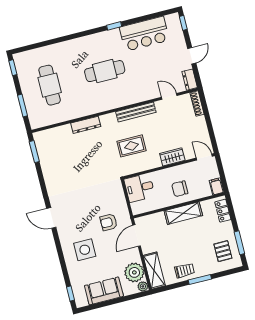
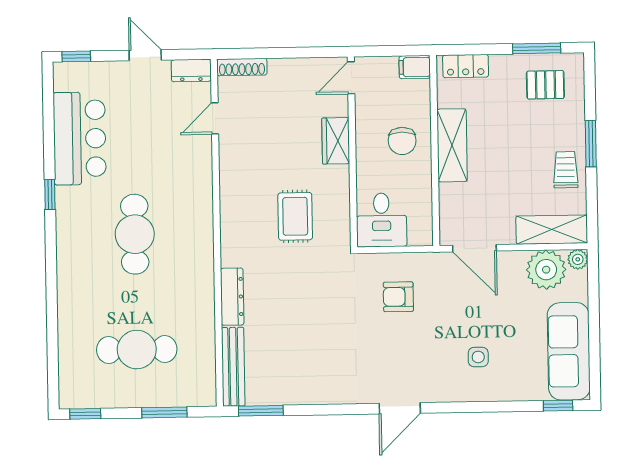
bench: (136, 112) -> (233, 367), moved
armchair: (109, 222) -> (398, 297), moved, turned 90
side table: (85, 250) -> (478, 357), width x0.54, depth x0.54
sofa: (104, 291) -> (569, 351), width x1.36

